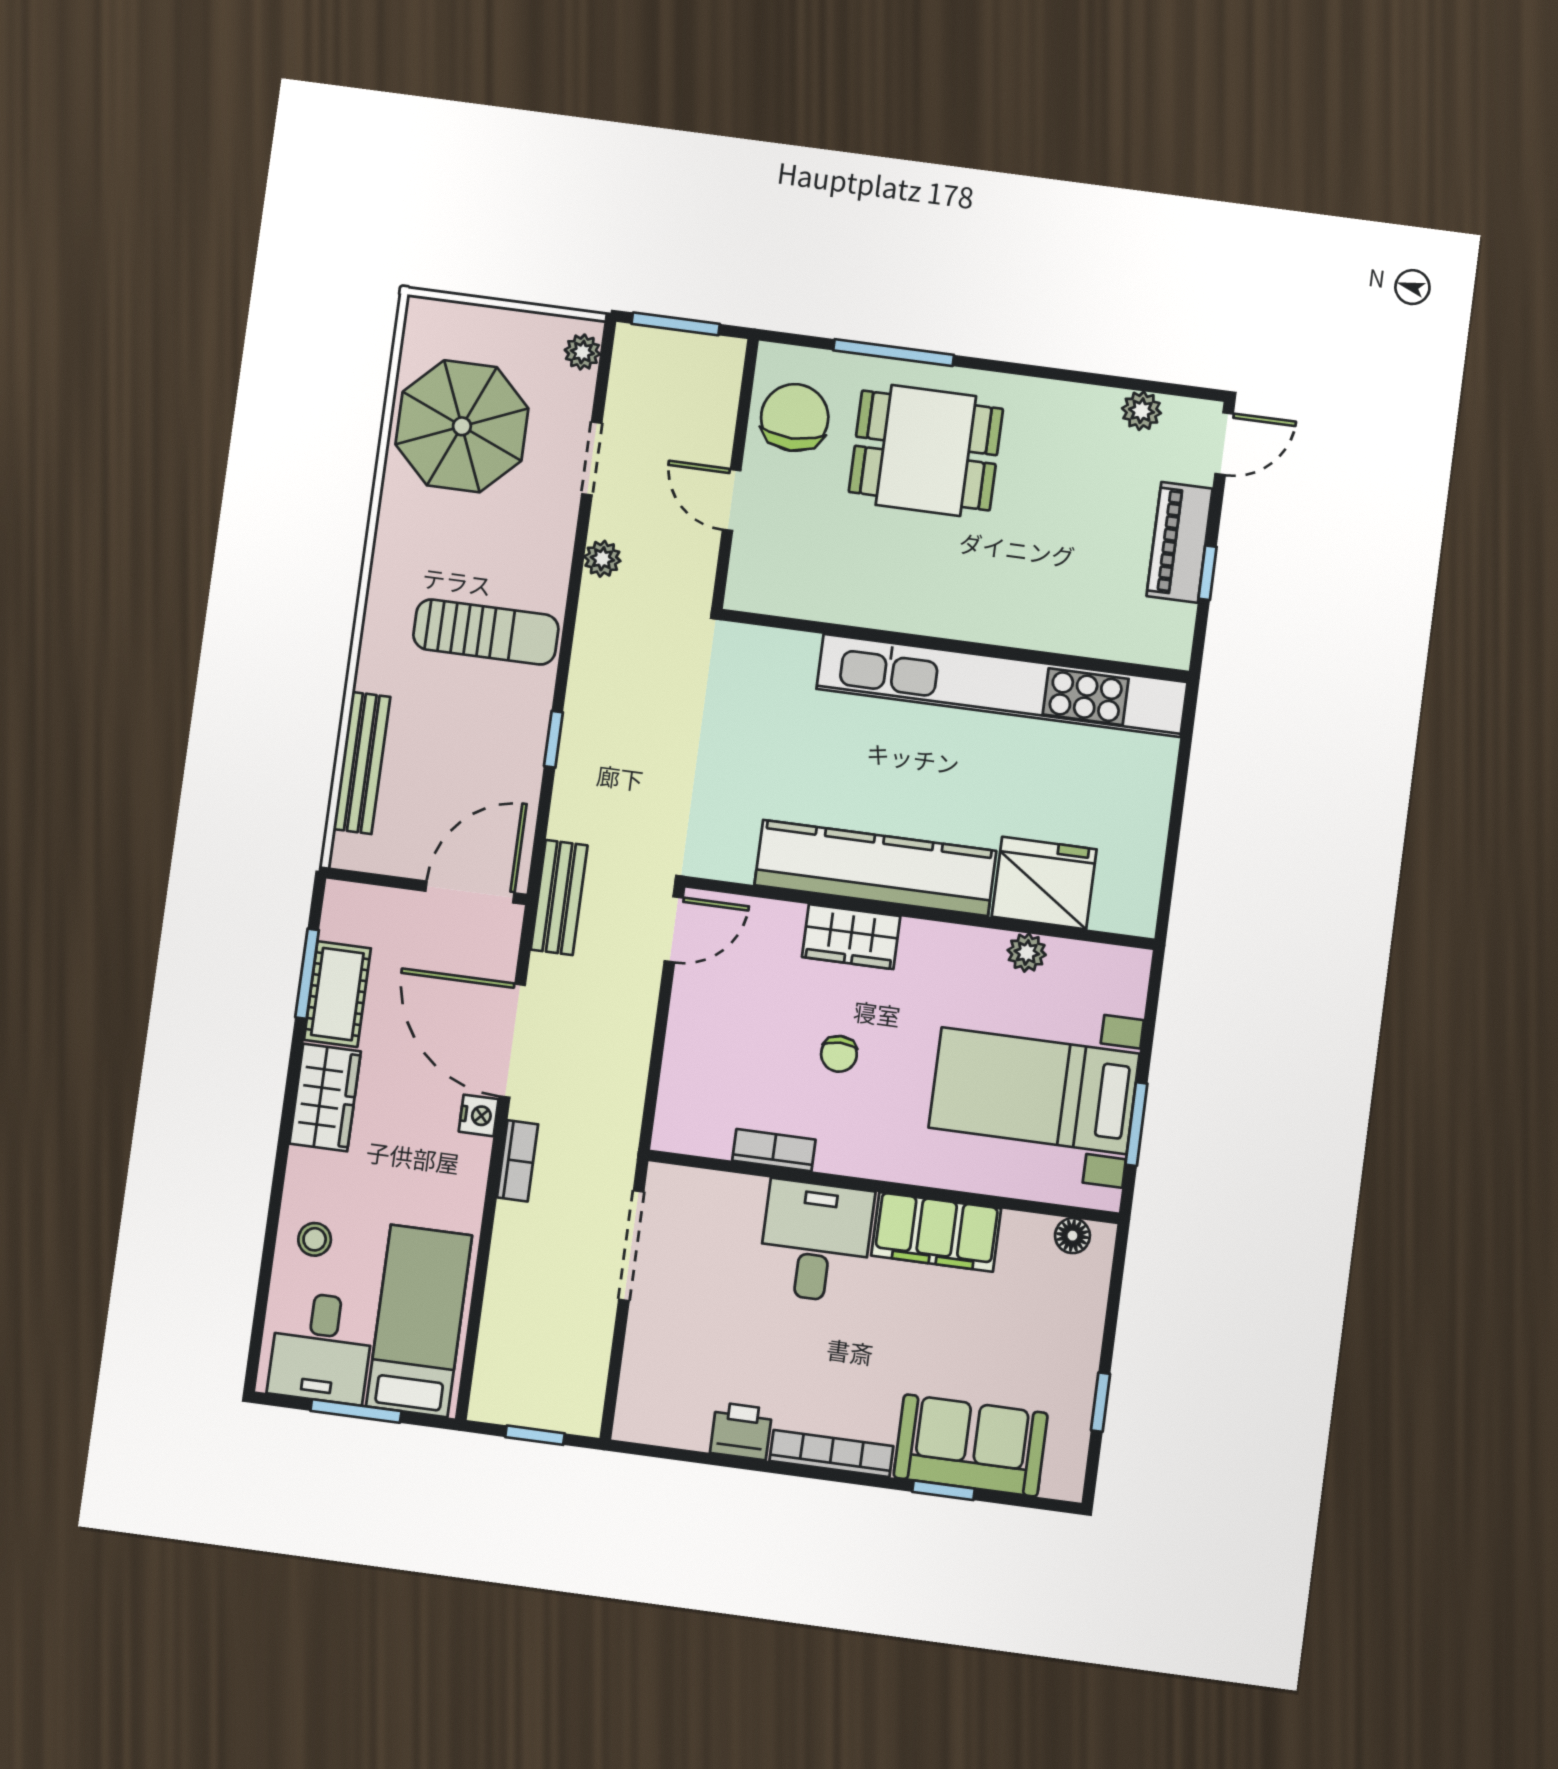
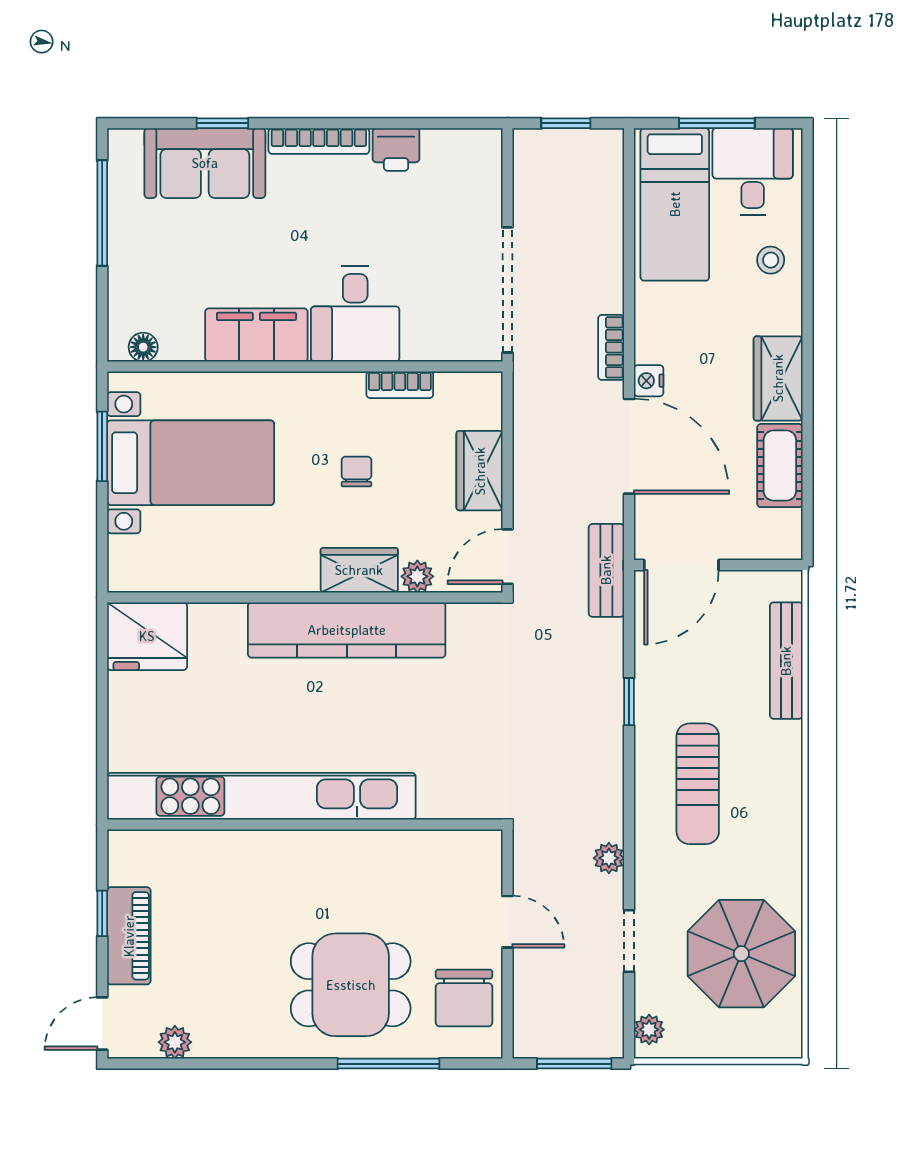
sun lounger: (486, 632) -> (698, 784), turned -90
fridge: (1044, 883) -> (147, 636), moved
plant: (1027, 953) -> (417, 576), moved
window: (307, 974) -> (807, 479), removed
wardrobe: (693, 1036) -> (480, 471), added
doorway: (631, 1246) -> (507, 290), width x1.36
window: (1101, 1402) -> (102, 213), width x2.17

